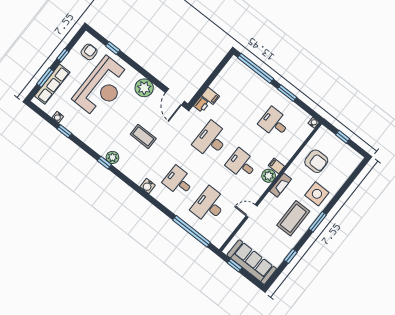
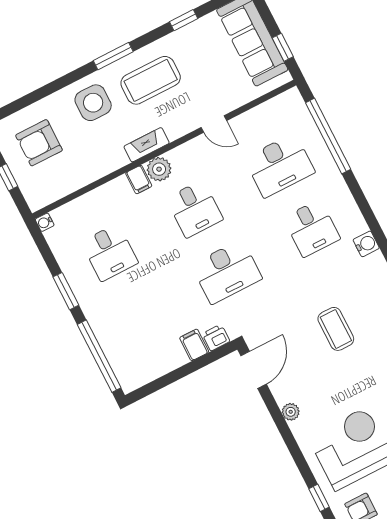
plant: (144, 88) -> (291, 412), width x0.53, depth x0.53
armchair: (316, 161) -> (39, 143), moved, turned -90

